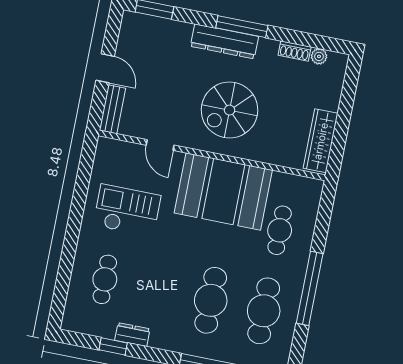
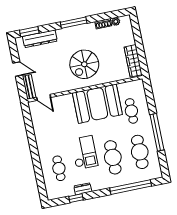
dresser: (224, 41) -> (40, 39), moved
door: (160, 145) -> (44, 97), moved
checkout: (127, 210) -> (84, 152), moved, turned 90

